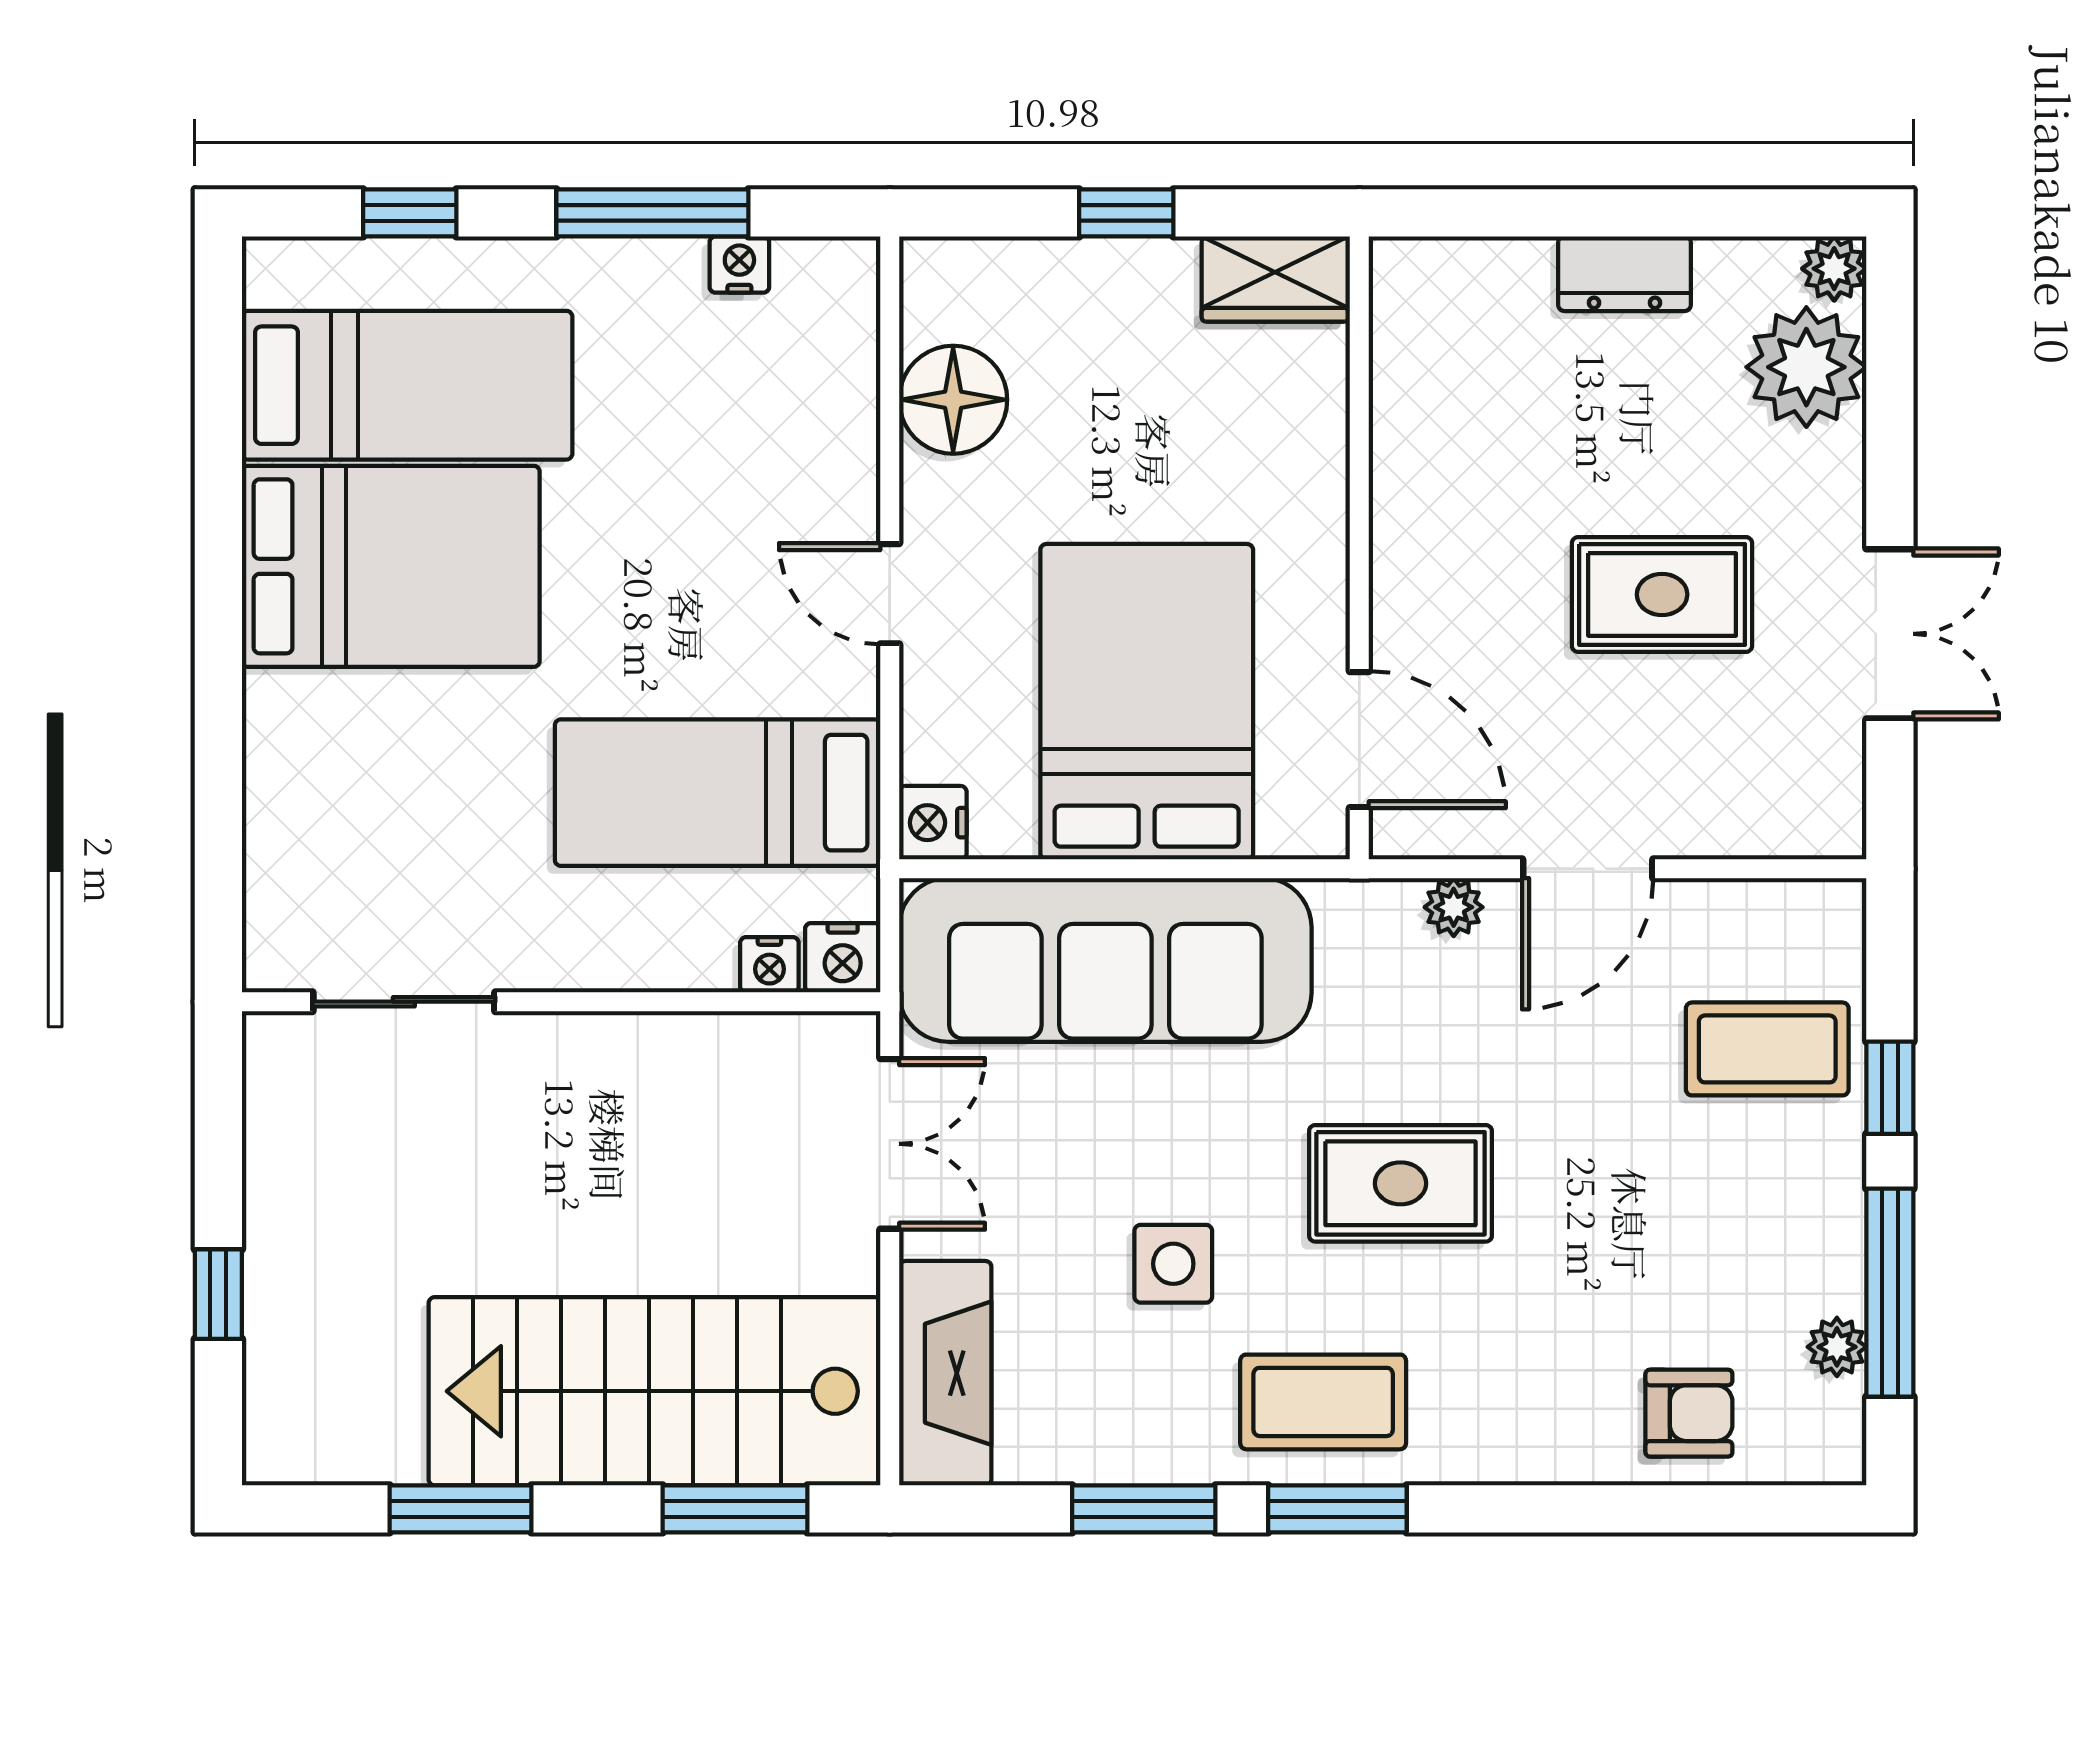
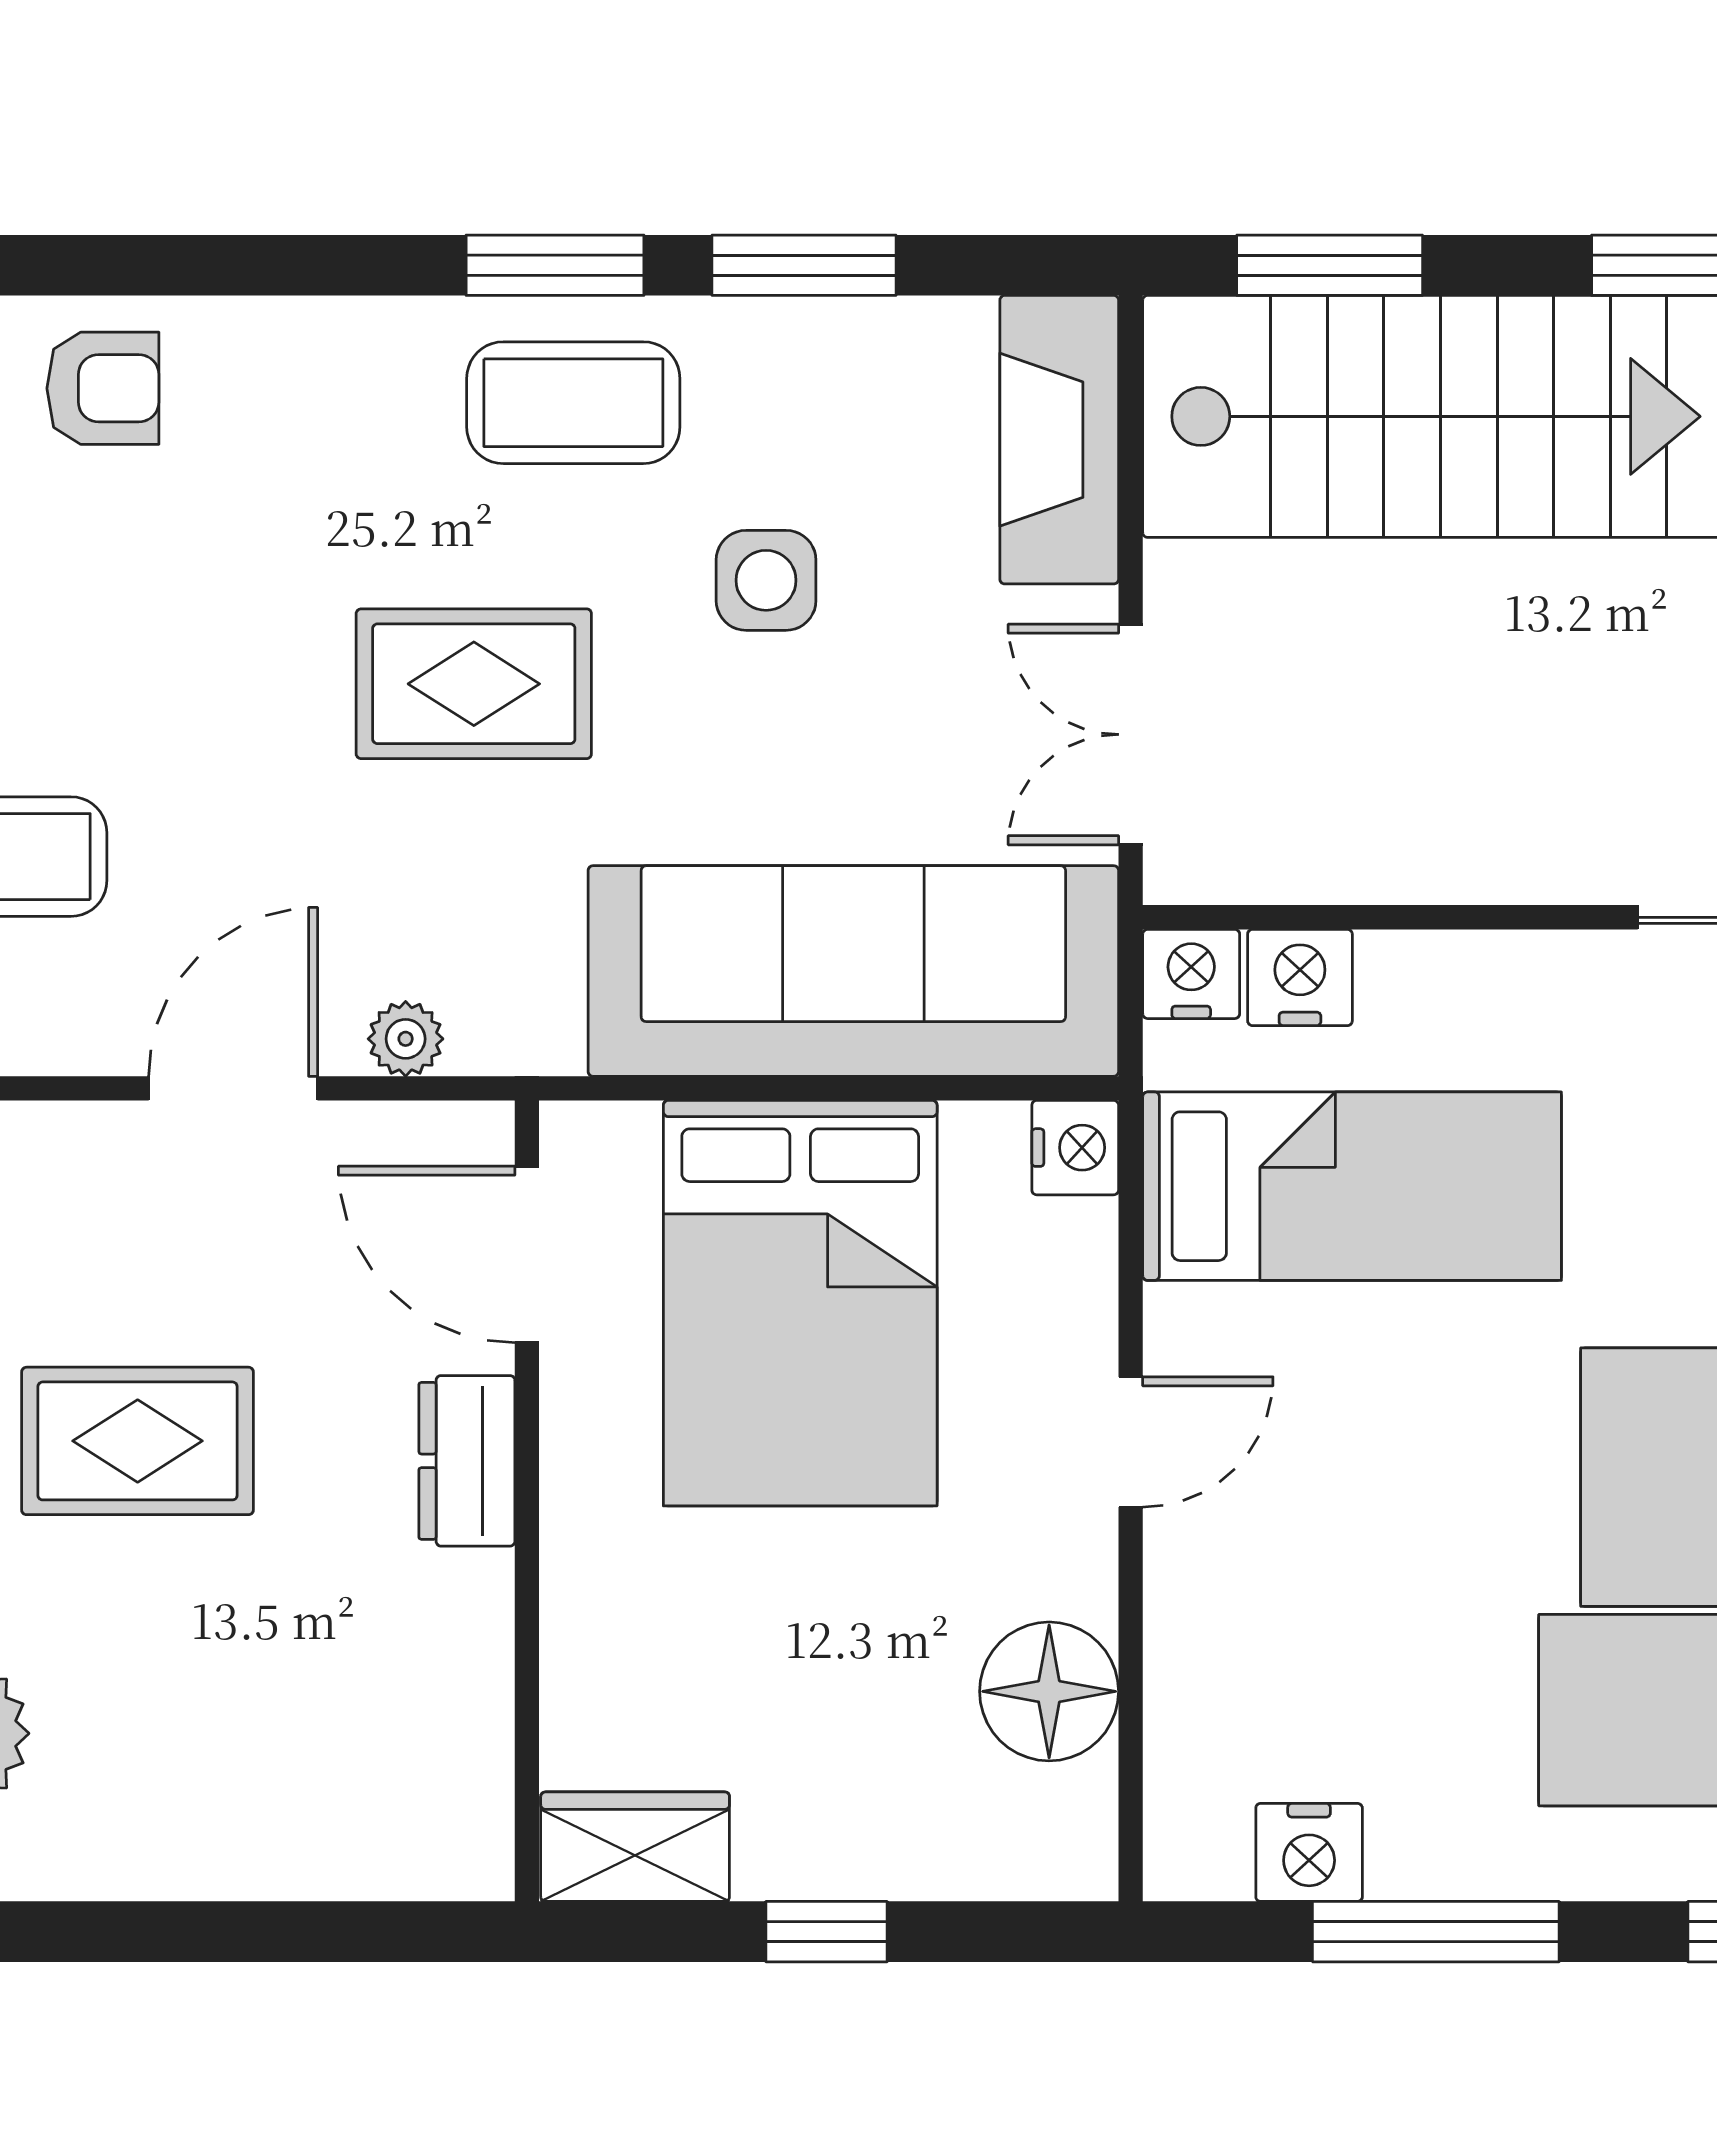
nightstand: (739, 265) -> (1309, 1852), width x1.39, depth x1.35
dresser: (1624, 274) -> (467, 1461), moved, turned -90
door: (890, 594) -> (1131, 1442), hinge flipped
nightstand: (769, 965) -> (1300, 977), width x1.39, depth x1.35
armchair: (1689, 1413) -> (103, 388), turned 180

